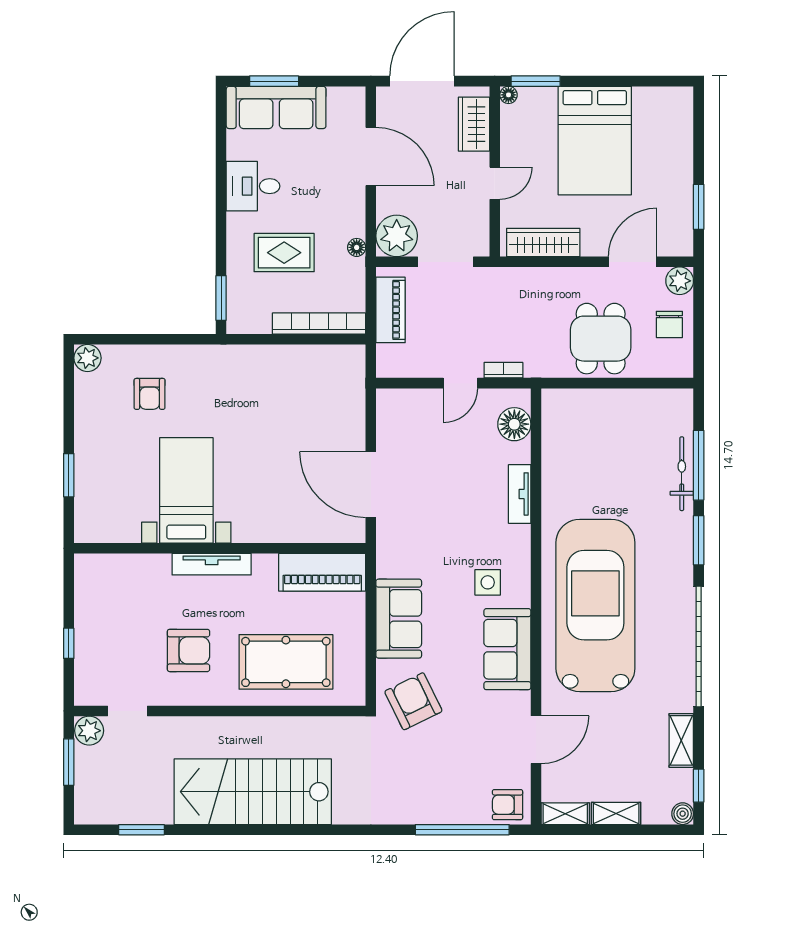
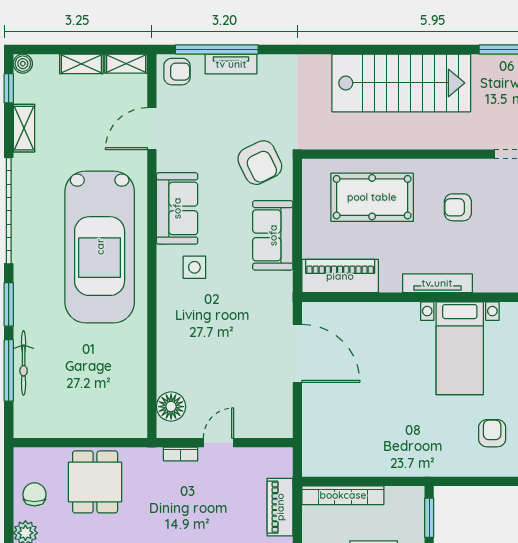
tv unit: (520, 494) -> (231, 64), moved, turned 90
armchair: (188, 650) -> (458, 207), width x0.72, depth x0.72

